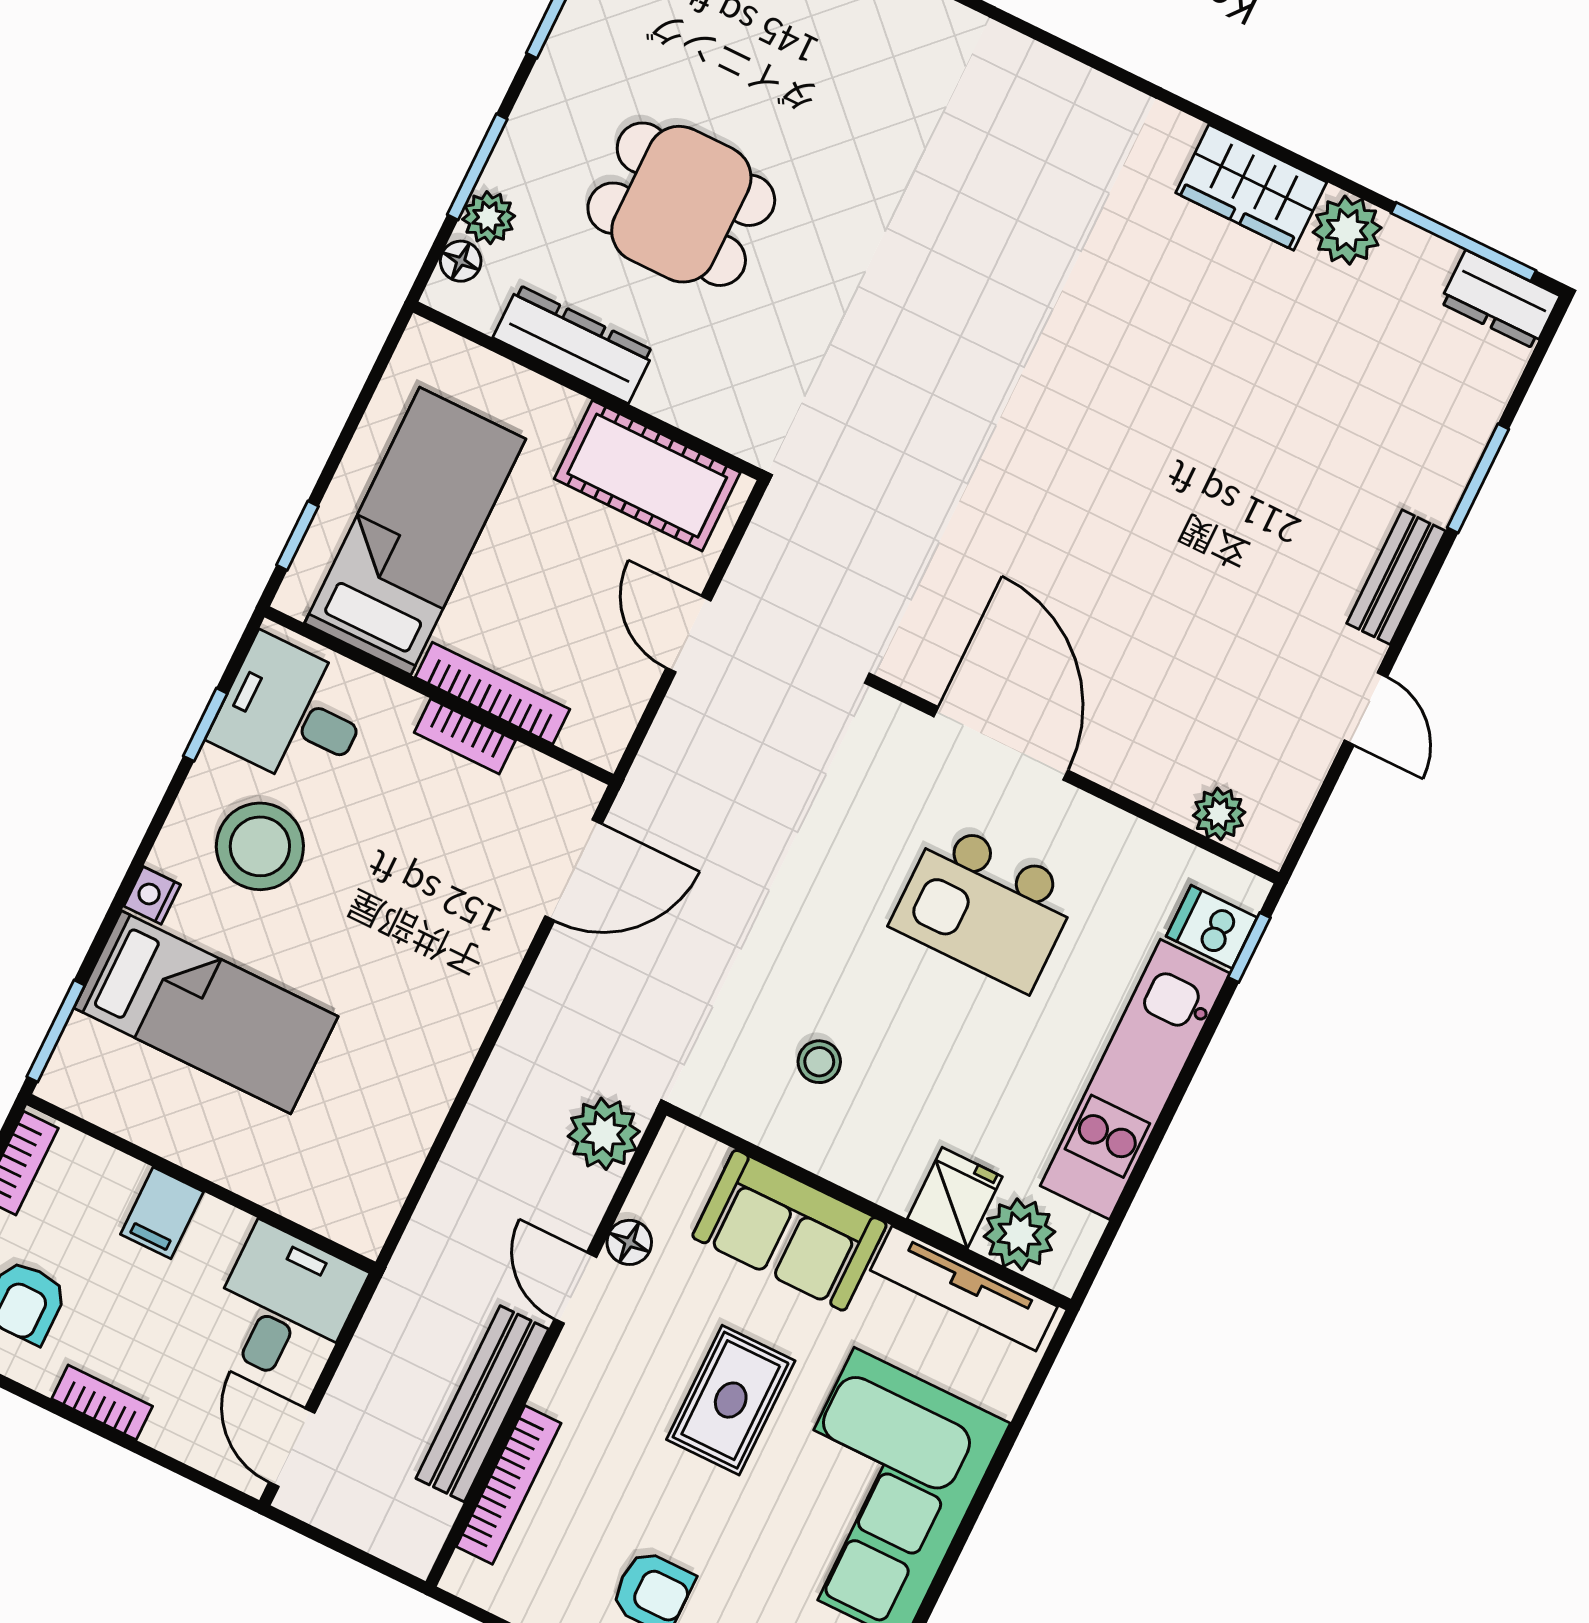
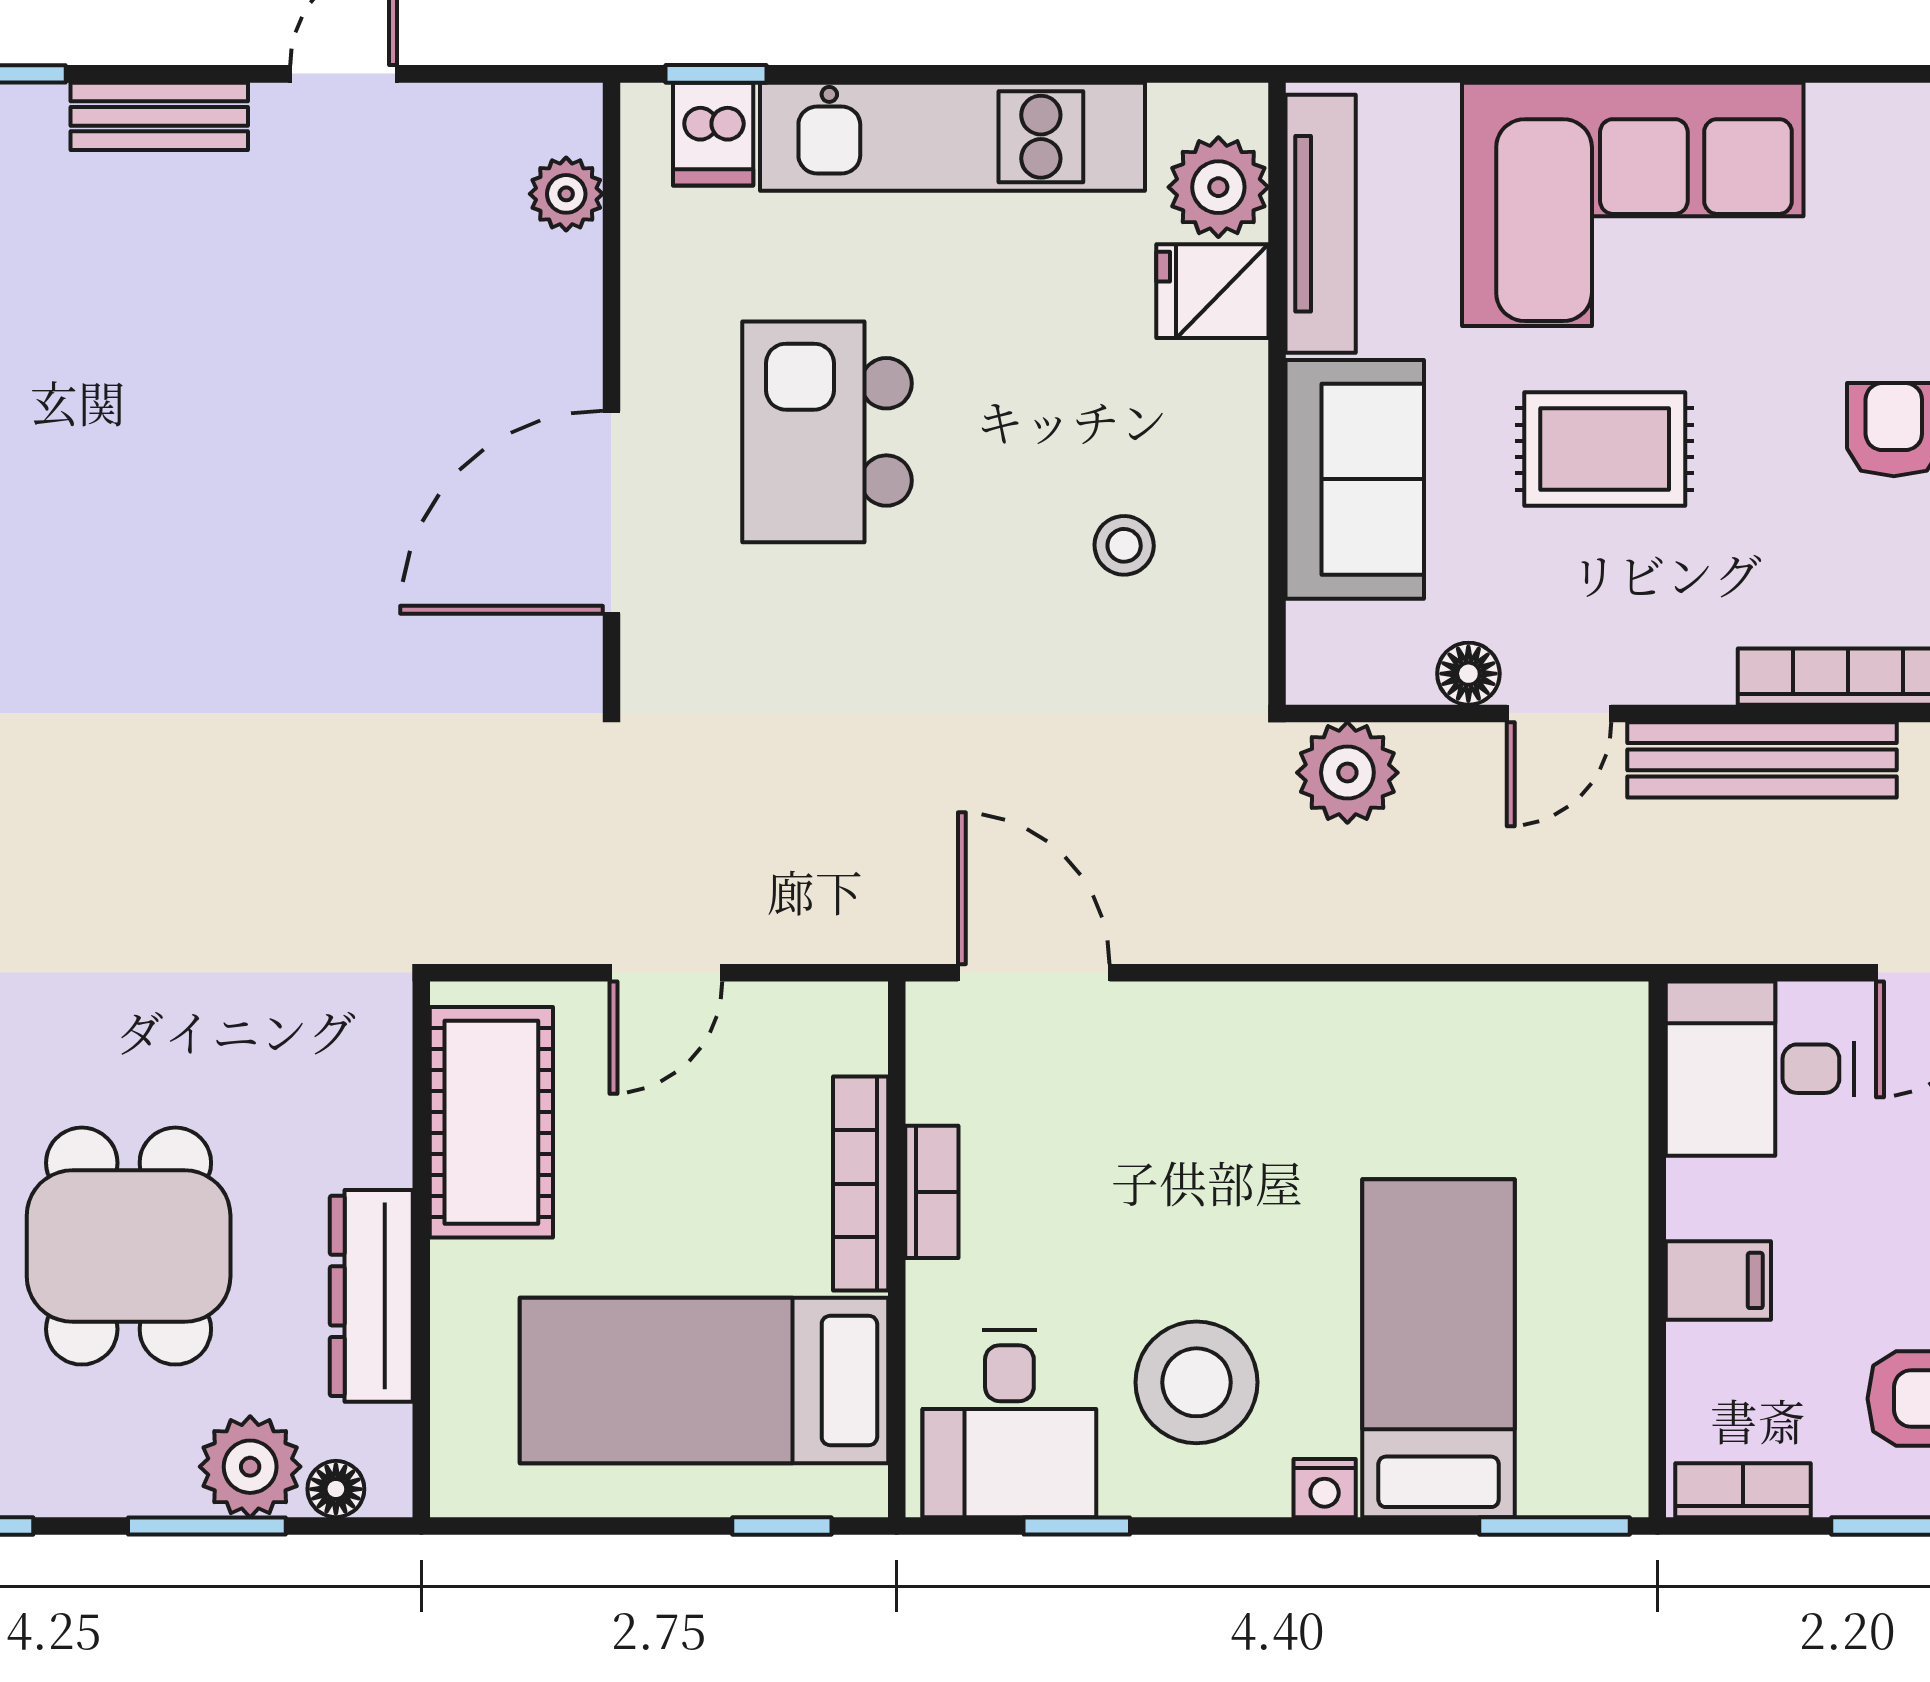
plant: (489, 218) -> (250, 1467), width x1.38, depth x1.38
kitchen island: (985, 907) -> (827, 432), turned 180

